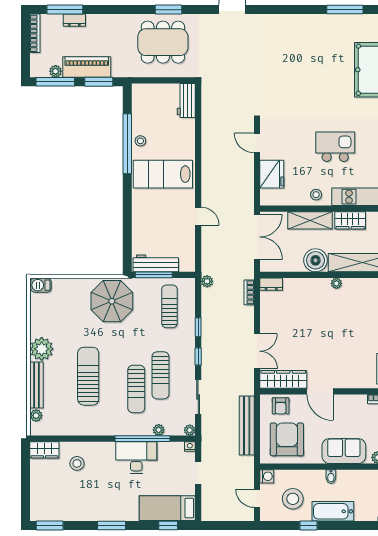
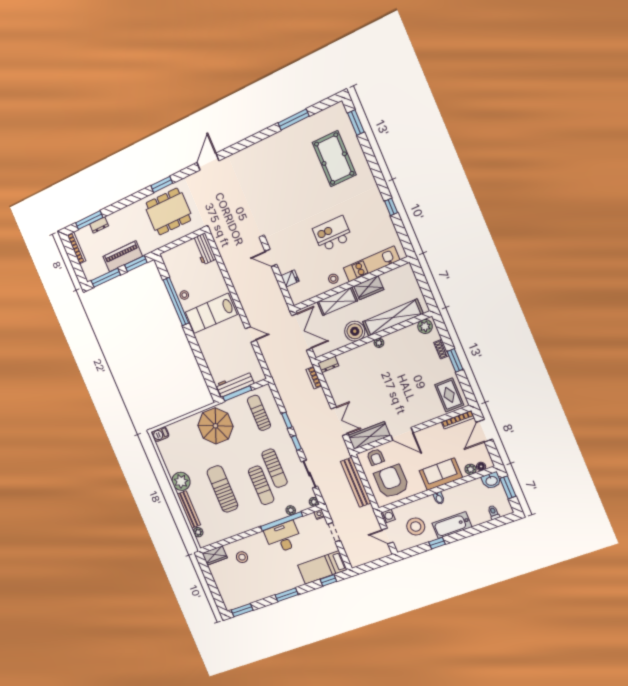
plant: (56, 71) -> (103, 270), removed
fridge: (272, 174) -> (290, 278), width x0.53, depth x0.75
plant: (207, 281) -> (279, 382), removed

